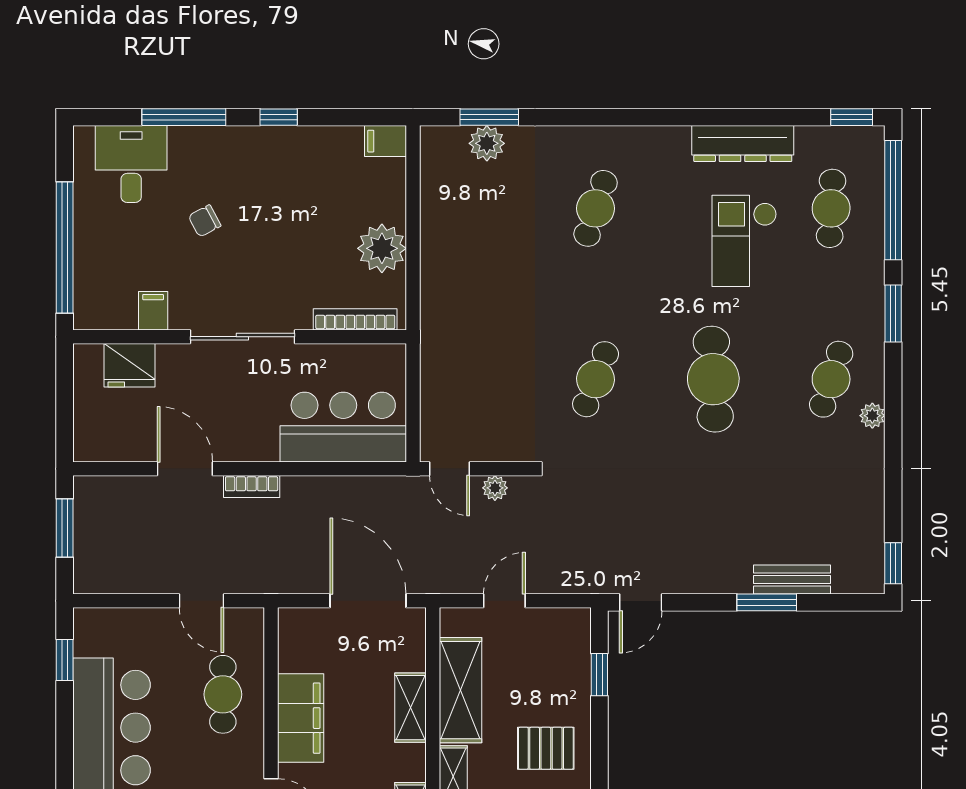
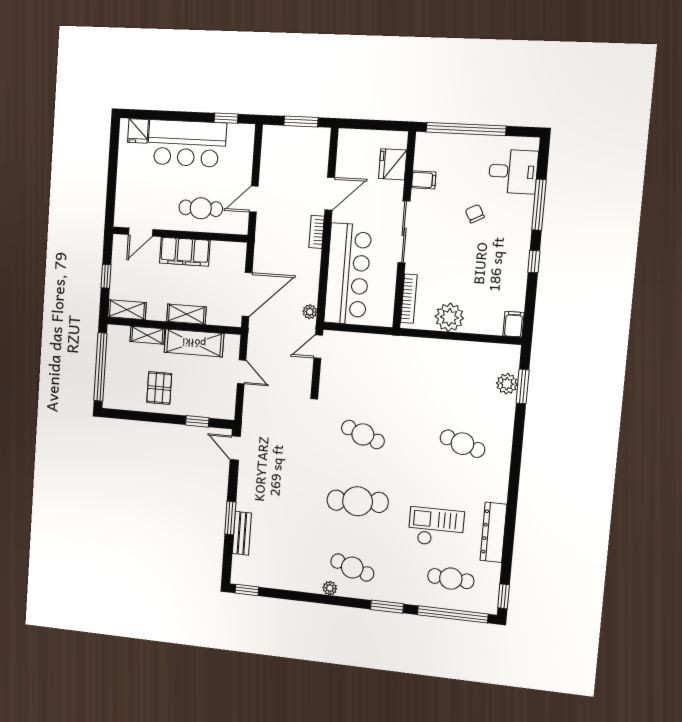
bar counter: (343, 427) -> (348, 274), width x1.36
plant: (495, 488) -> (310, 312), moved

